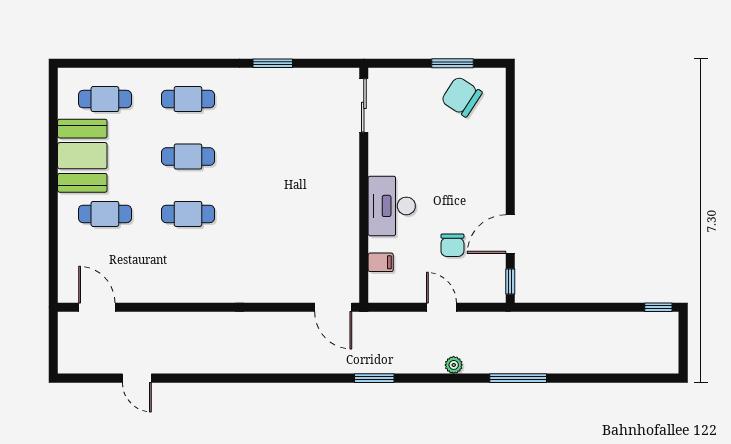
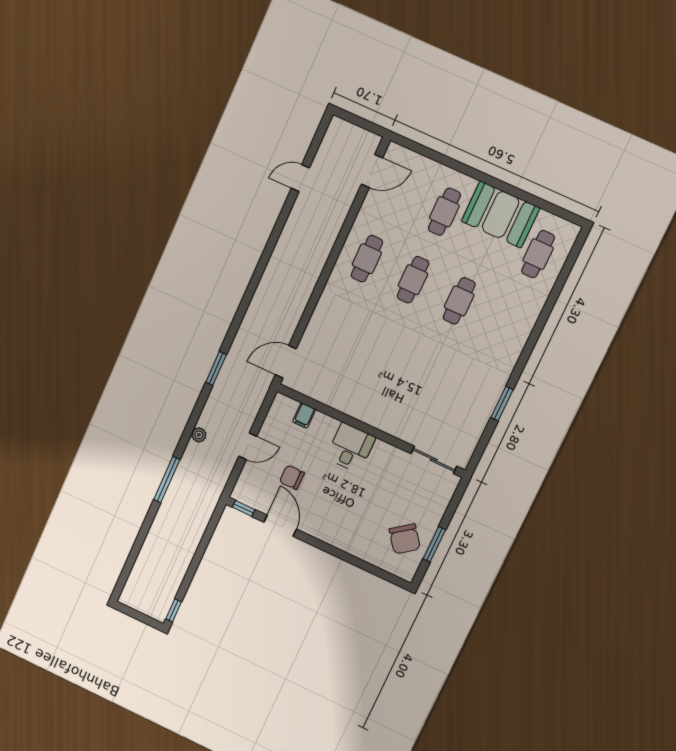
chair: (462, 97) -> (405, 539), turned 110
cafe table: (188, 99) -> (367, 259), moved
desk: (392, 206) -> (351, 448), width x0.73

